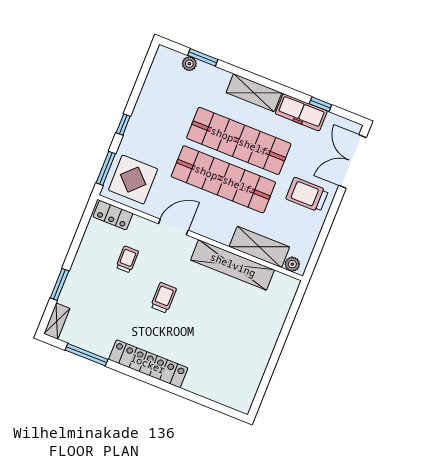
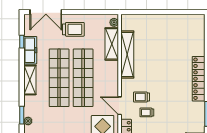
trolley: (307, 195) -> (73, 29), turned -90
door: (173, 227) -> (120, 106), moved
trolley: (164, 298) -> (141, 97), moved

